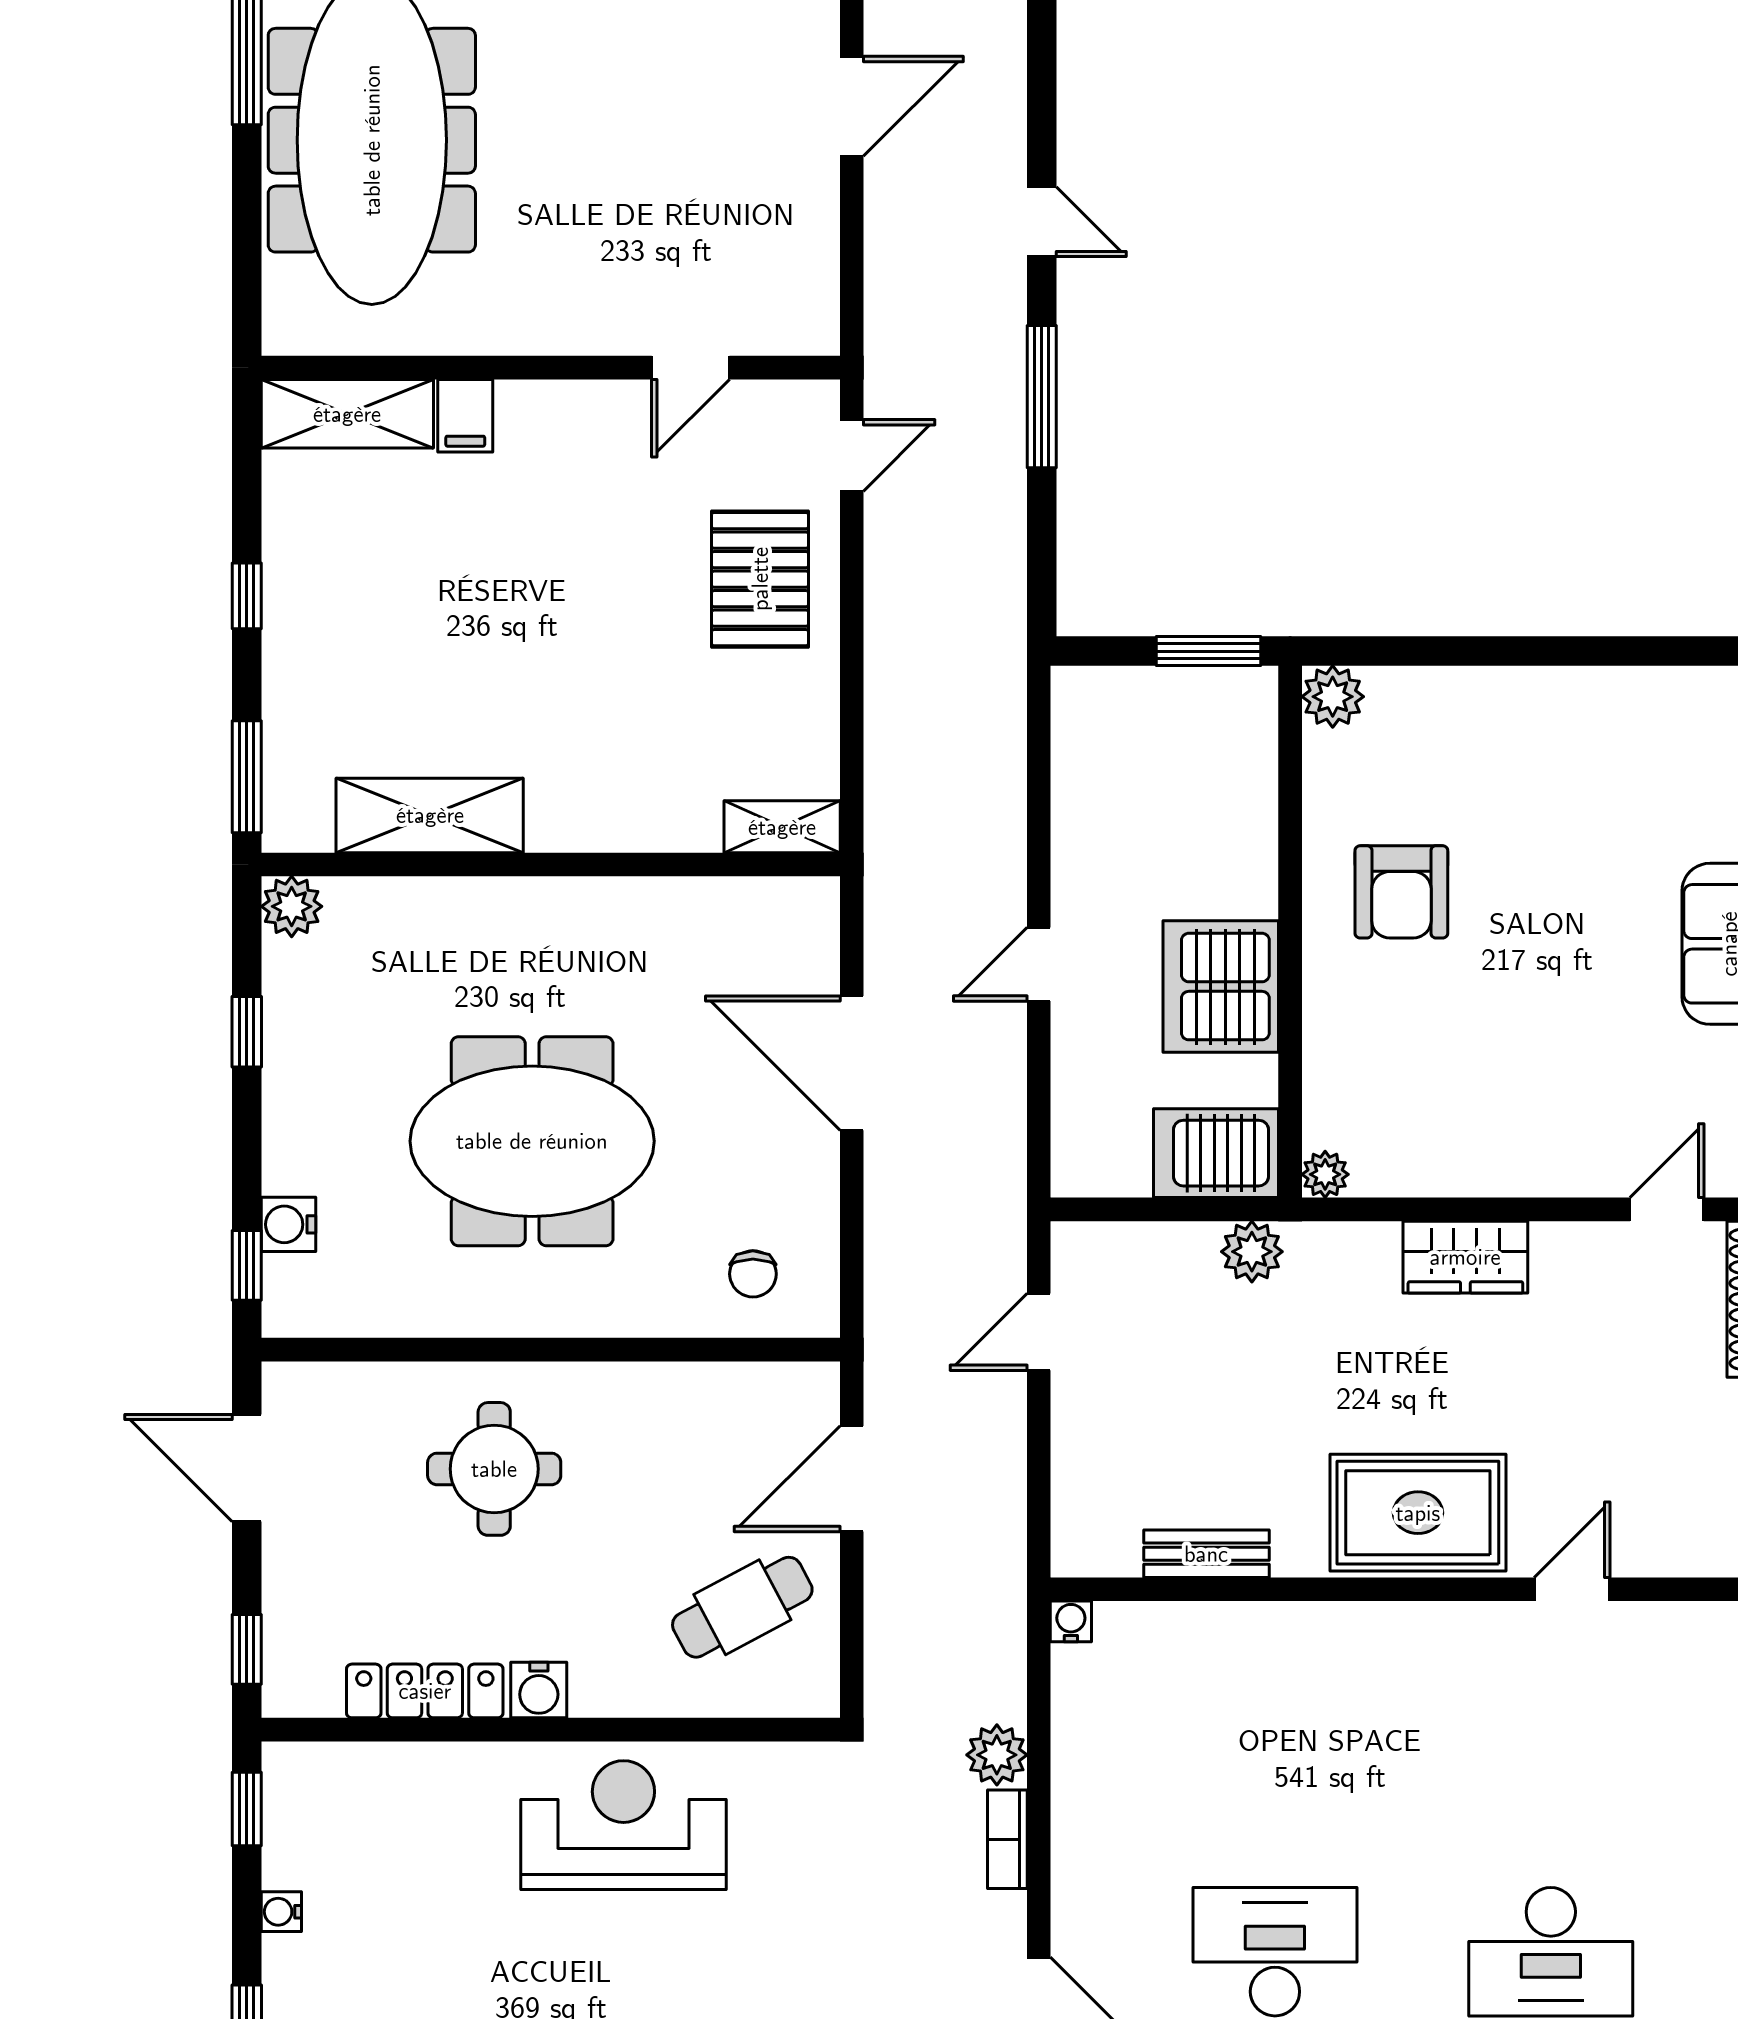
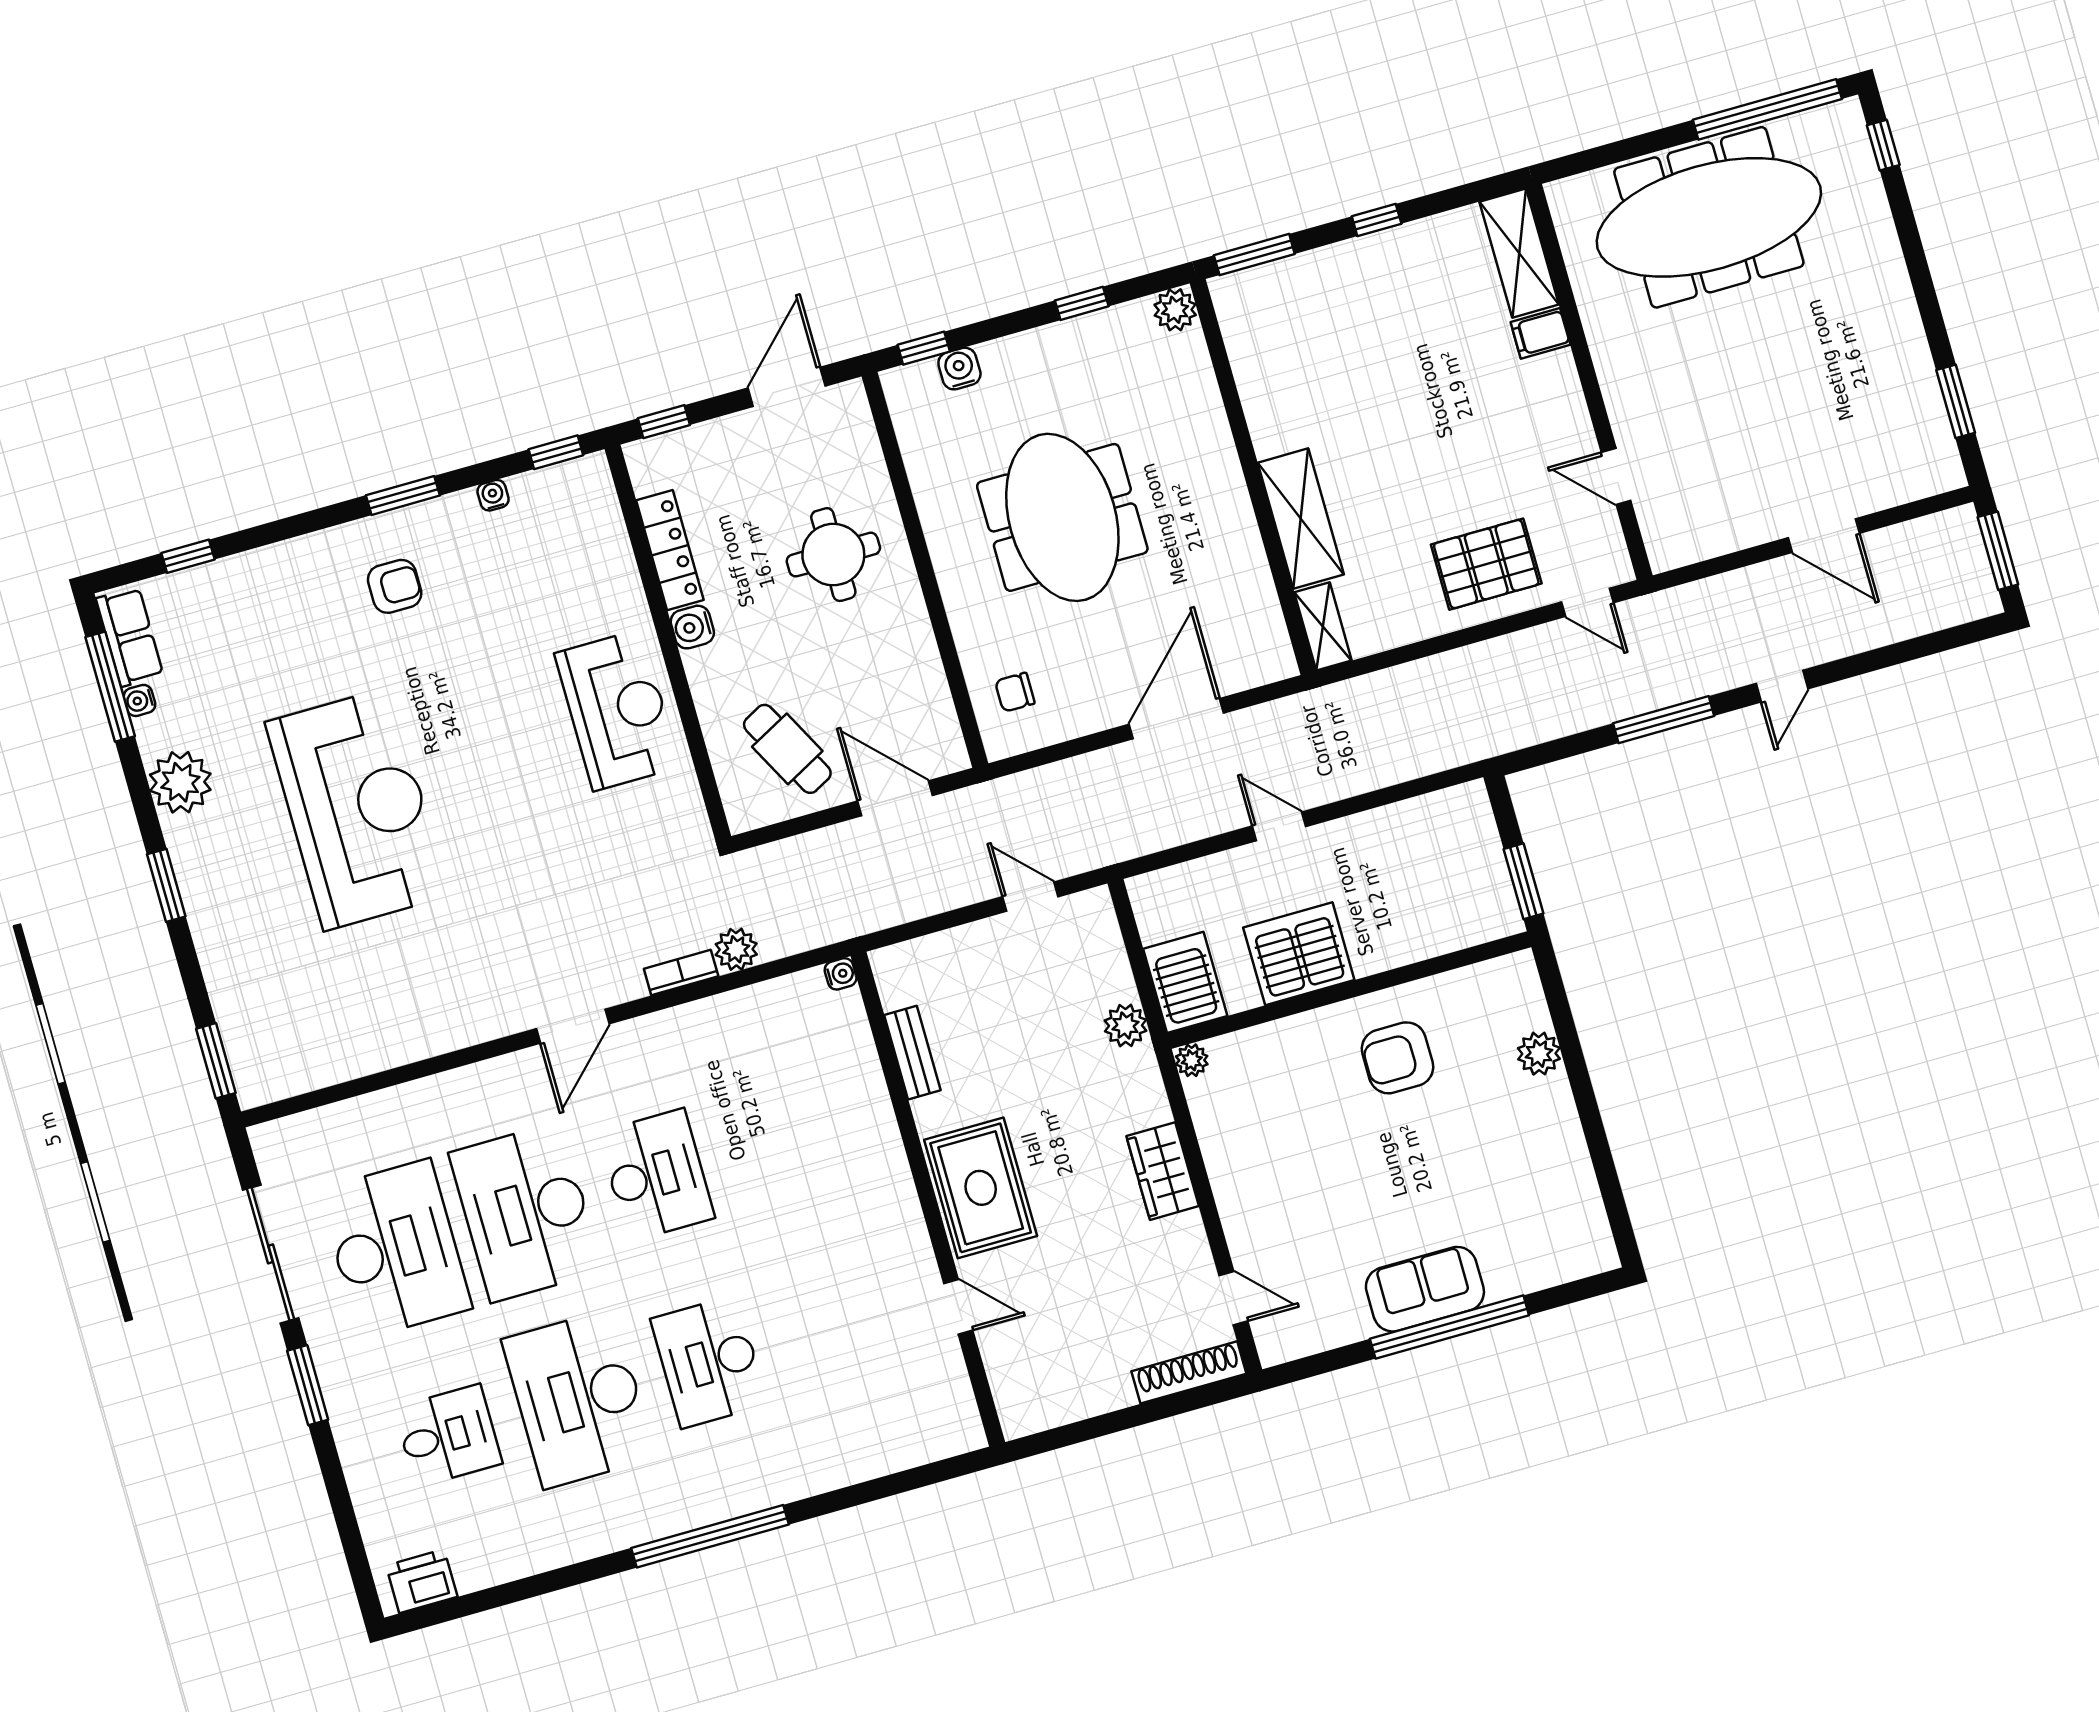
plant: (1333, 697) -> (1539, 1054), moved
shelving: (430, 815) -> (1301, 519), moved

